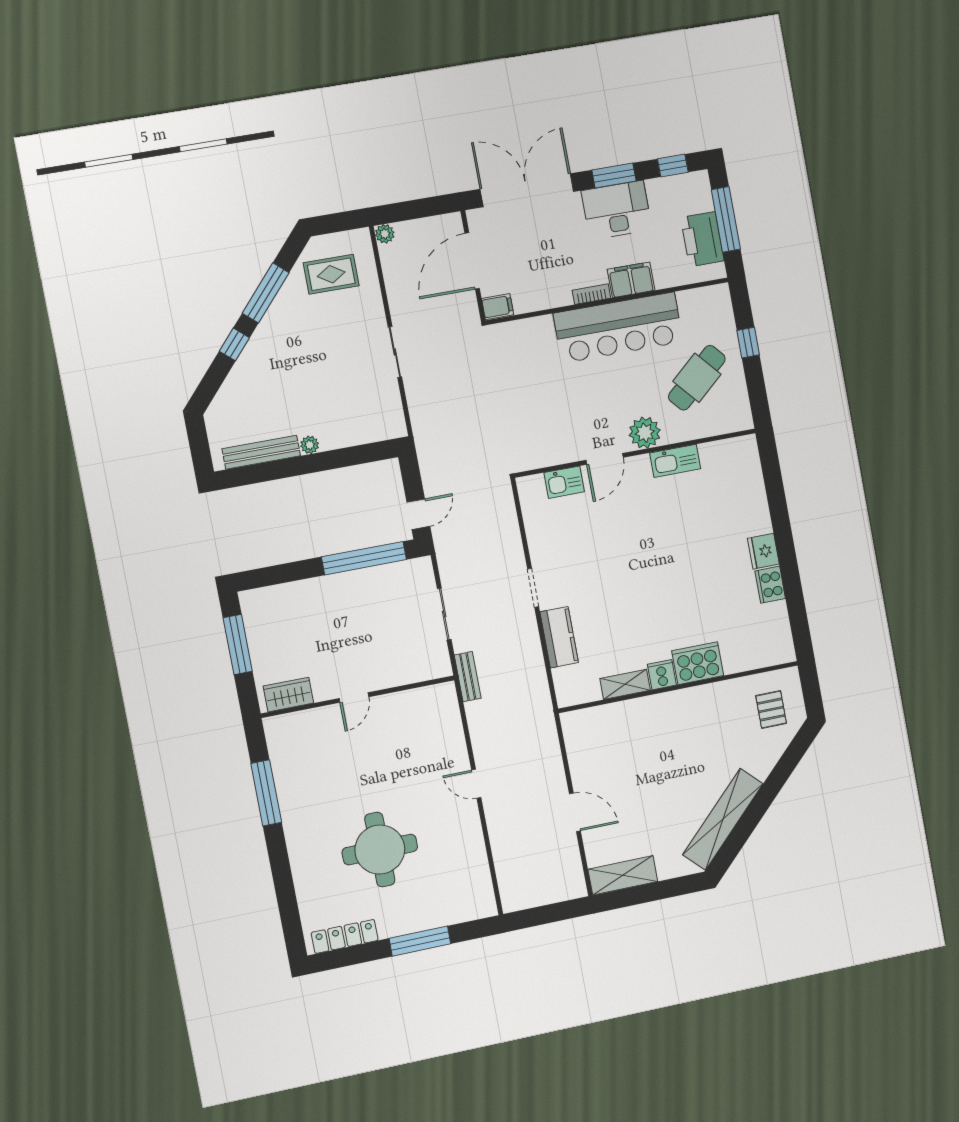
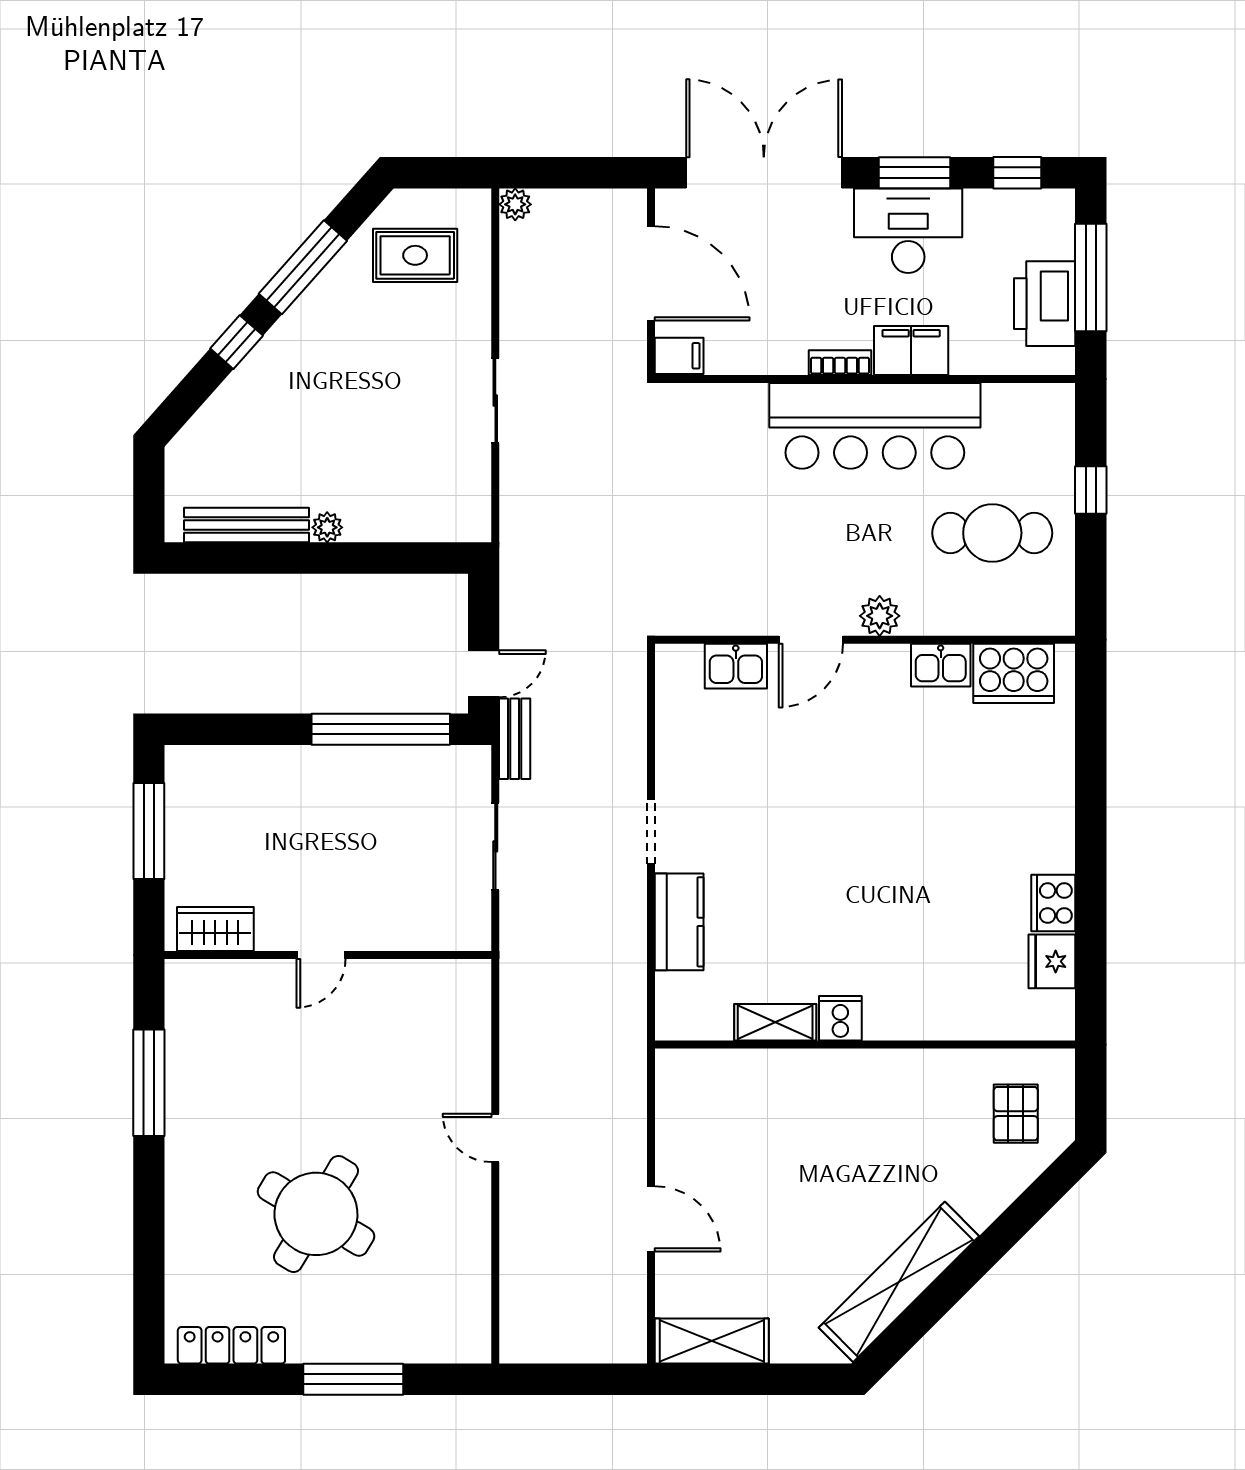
door: (472, 261) -> (651, 273), swing flipped
cafe table: (697, 378) -> (992, 533), turned 41
plant: (645, 433) -> (880, 616), width x0.73, depth x0.73
kitchen sink: (675, 461) -> (941, 665), width x0.73
fridge: (763, 551) -> (1052, 961), moved
cooker: (698, 663) -> (1014, 673), moved, turned 180
bench: (468, 677) -> (515, 739), moved
round table: (380, 850) -> (316, 1214), turned 31

